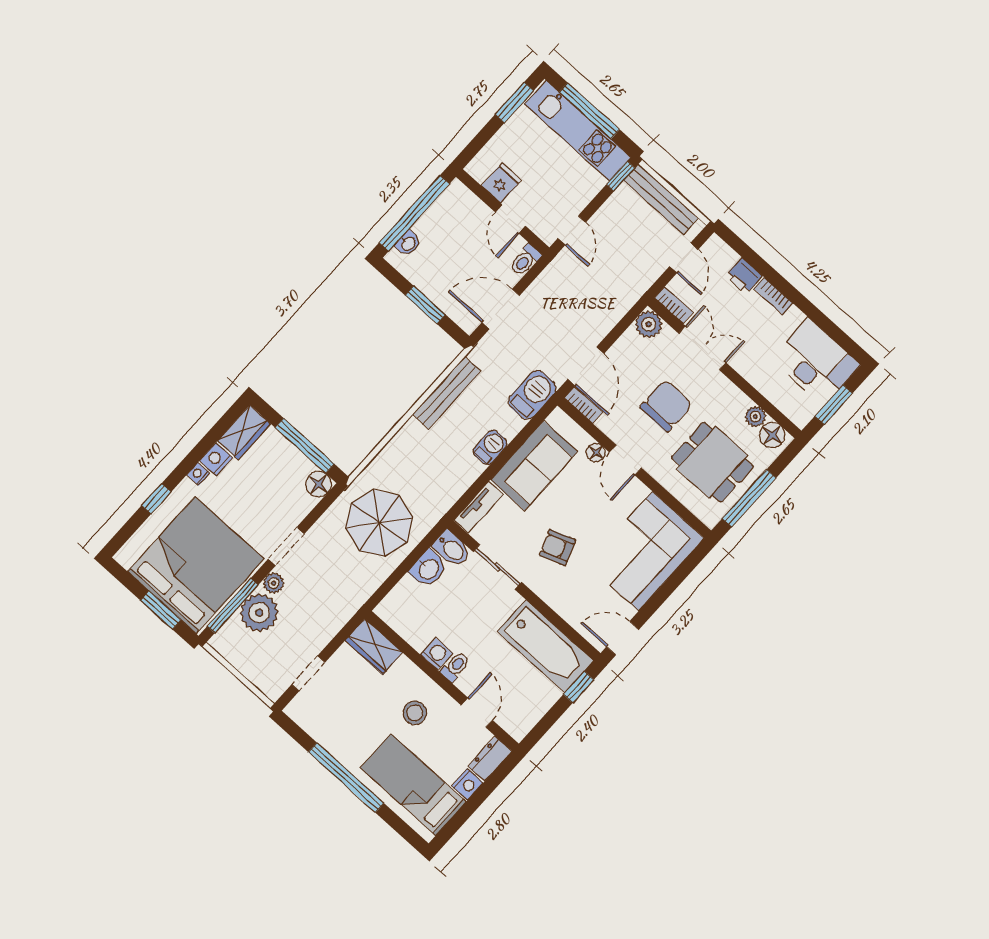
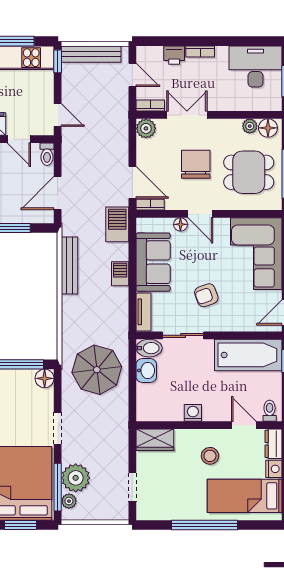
plant: (274, 583) -> (69, 501), moved
toilet: (455, 667) -> (270, 411), moved

